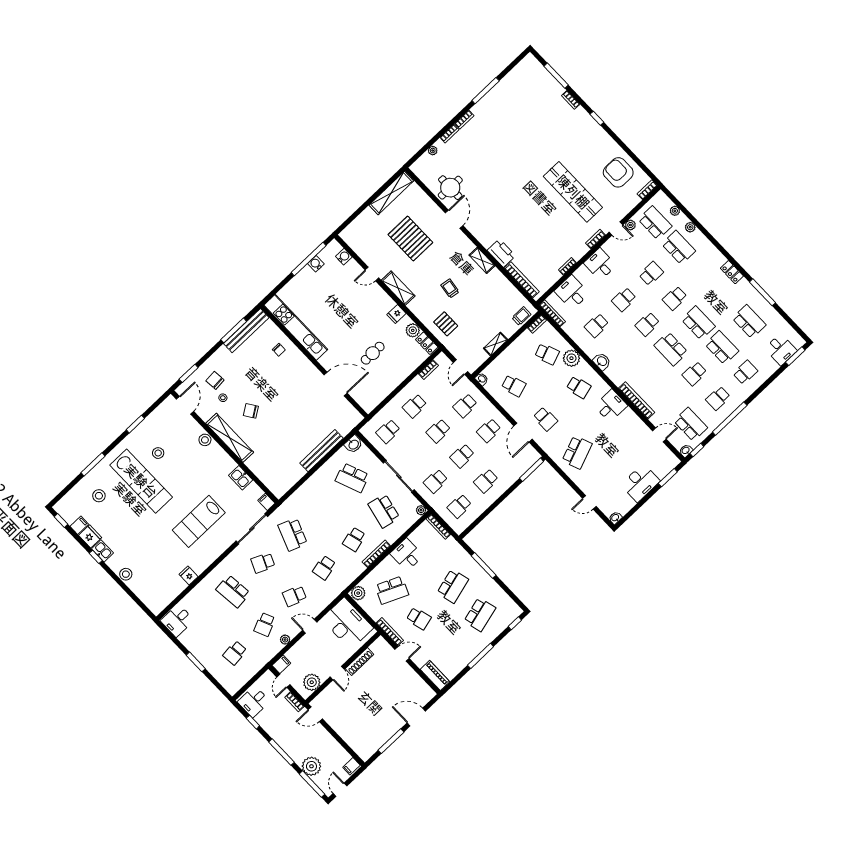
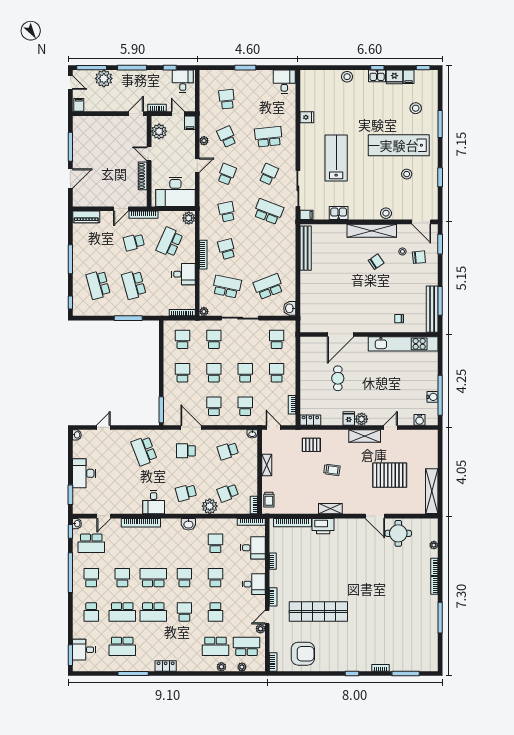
school desk: (655, 223) -> (247, 646), turned 180
plant: (413, 330) -> (362, 419), moved
bench: (322, 451) -> (306, 248), moved

